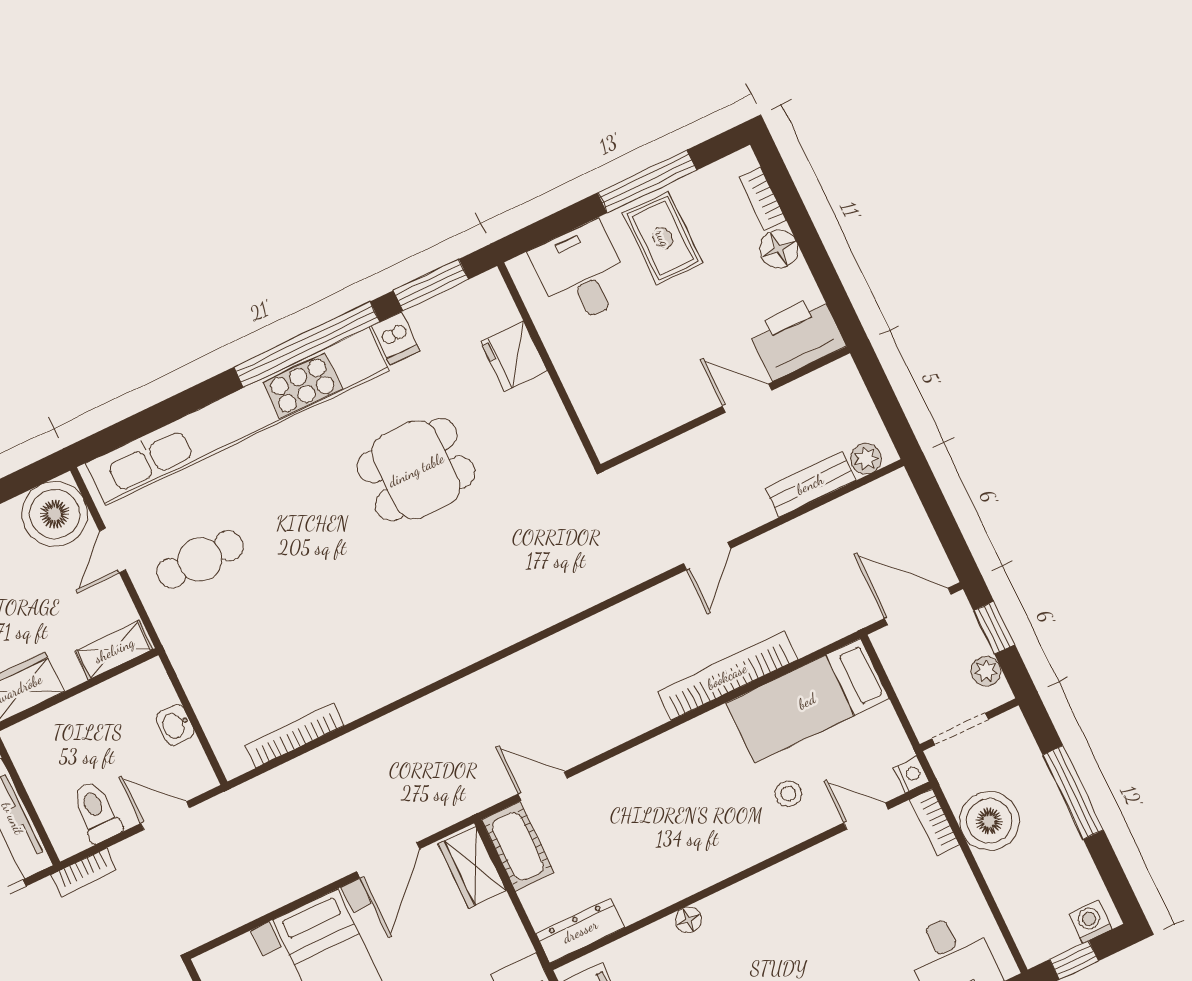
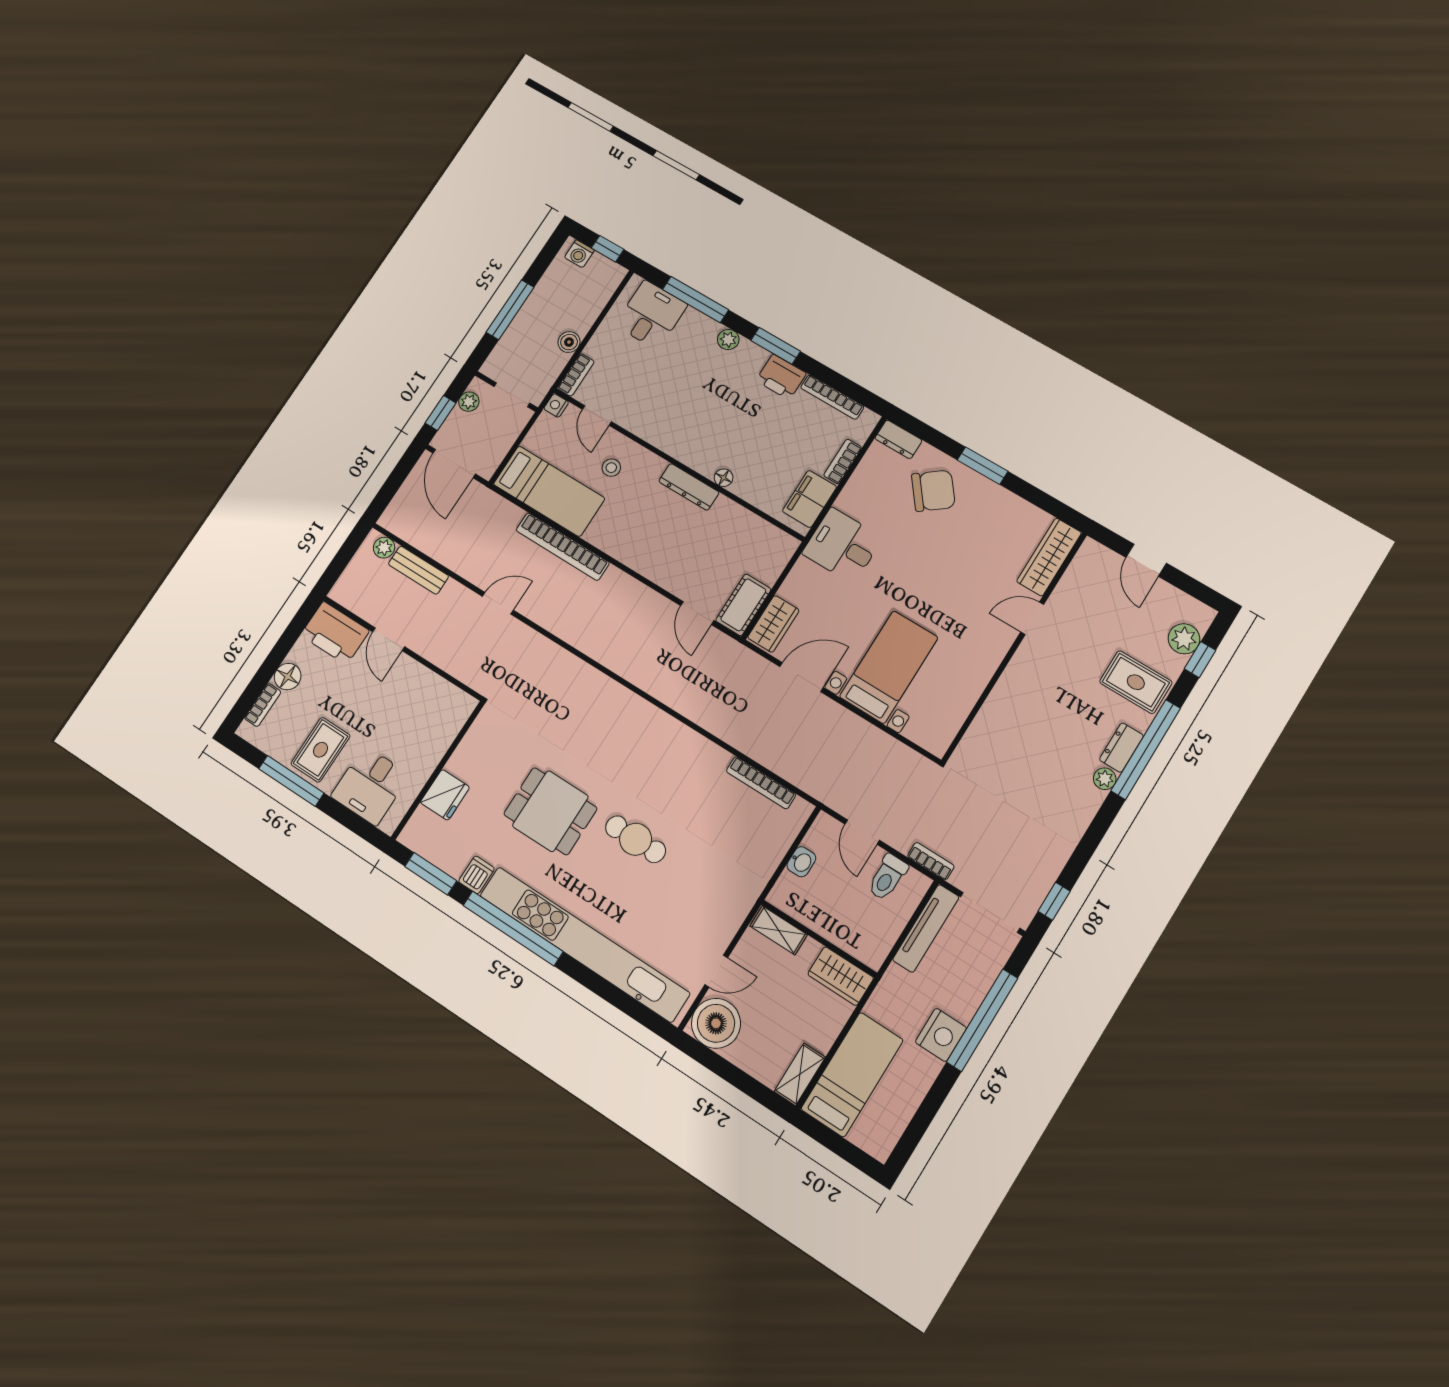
cafe table: (200, 559) -> (636, 839), moved
boiler: (989, 821) -> (569, 342), width x0.54, depth x0.54
dresser: (580, 931) -> (689, 487), moved

